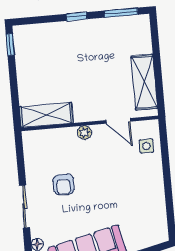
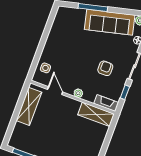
fireplace: (40, 137) -> (106, 103), added
window: (21, 164) -> (125, 92), added

